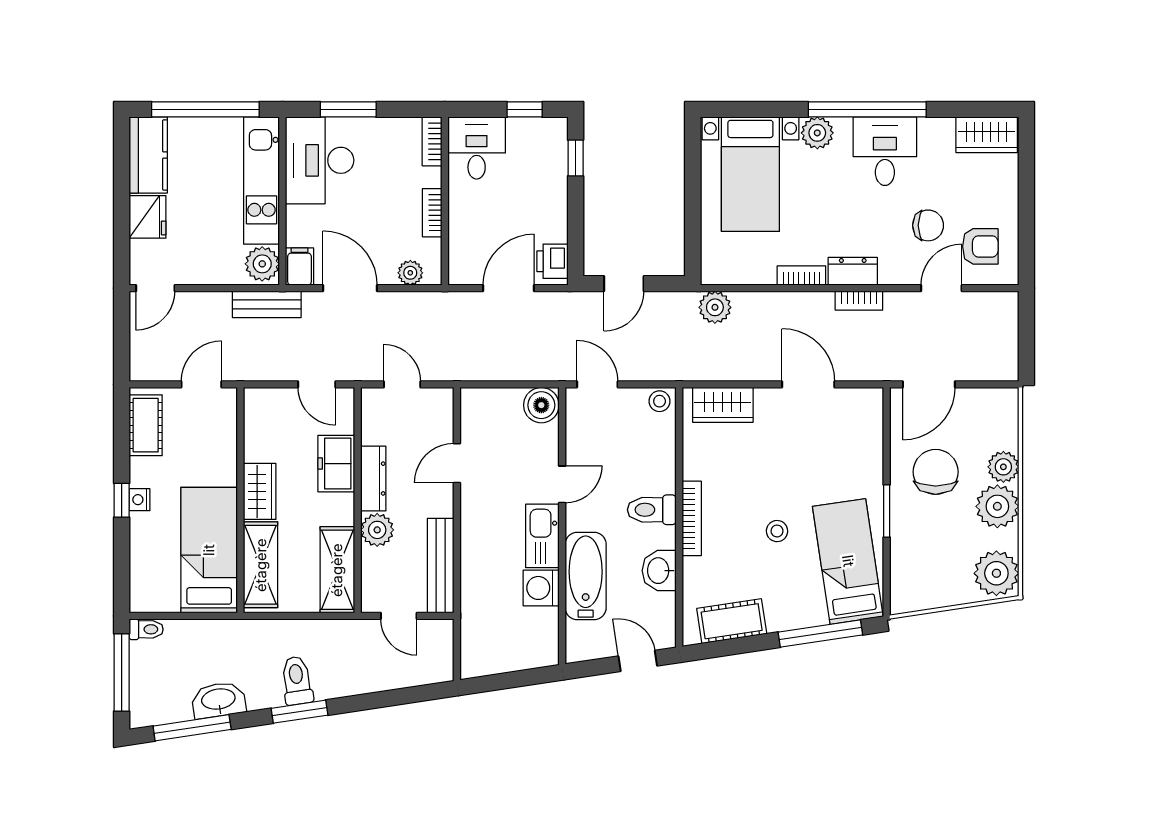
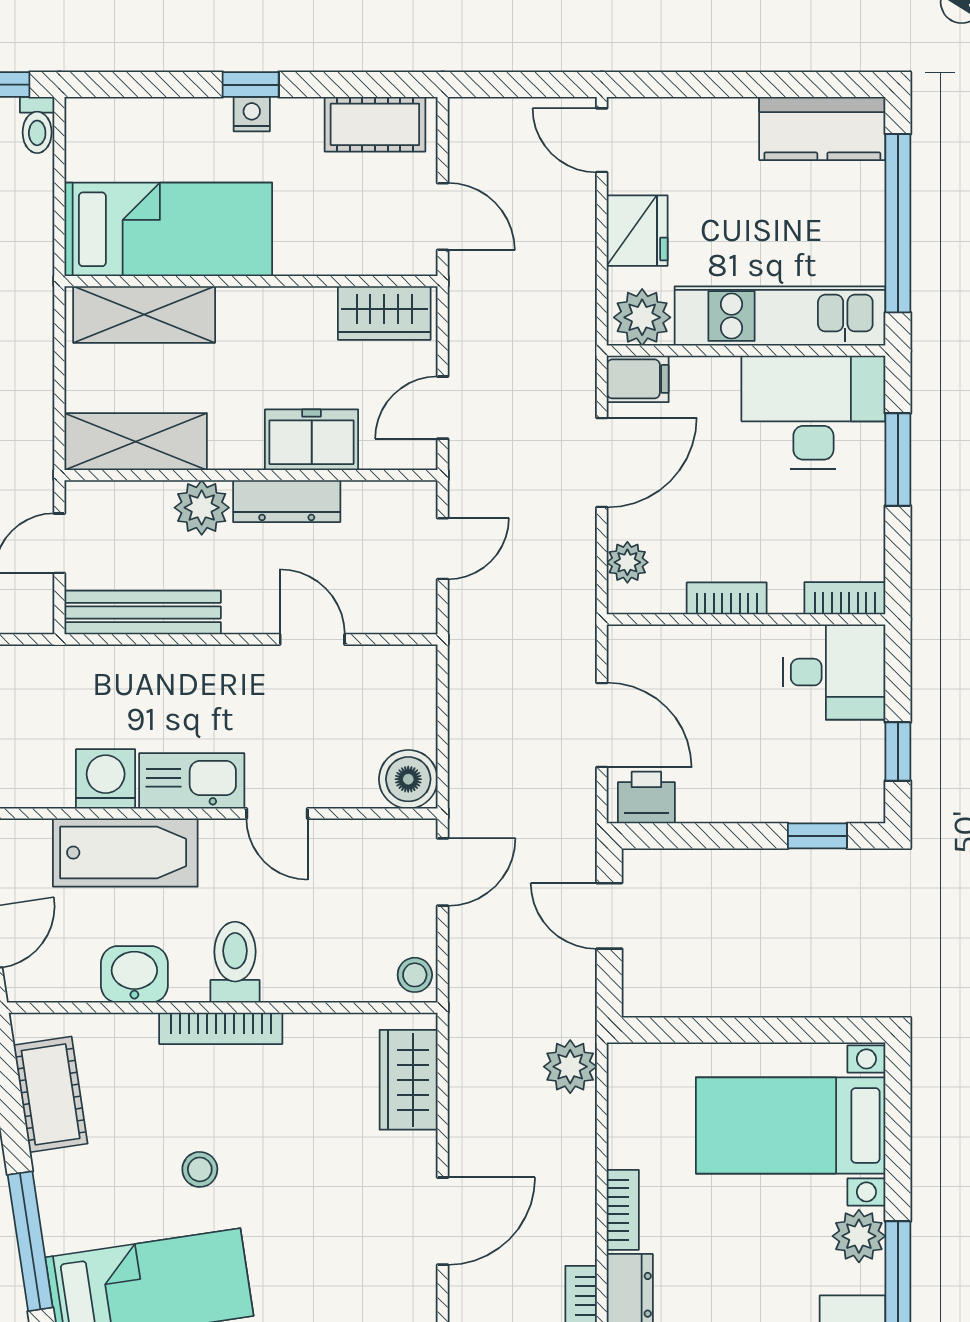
fridge: (148, 217) -> (637, 231), moved, turned -90
bench: (267, 304) -> (575, 325), removed
wardrobe: (260, 491) -> (384, 313), moved

